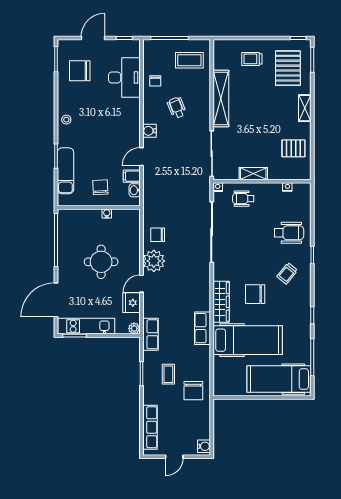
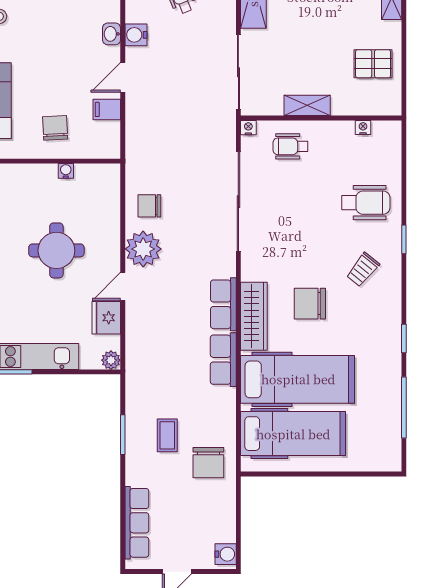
washbasin: (135, 190) -> (112, 34), moved
row of seats: (151, 334) -> (223, 304), moved, turned 180
hospital bed: (279, 379) -> (293, 434), moved, turned 180

